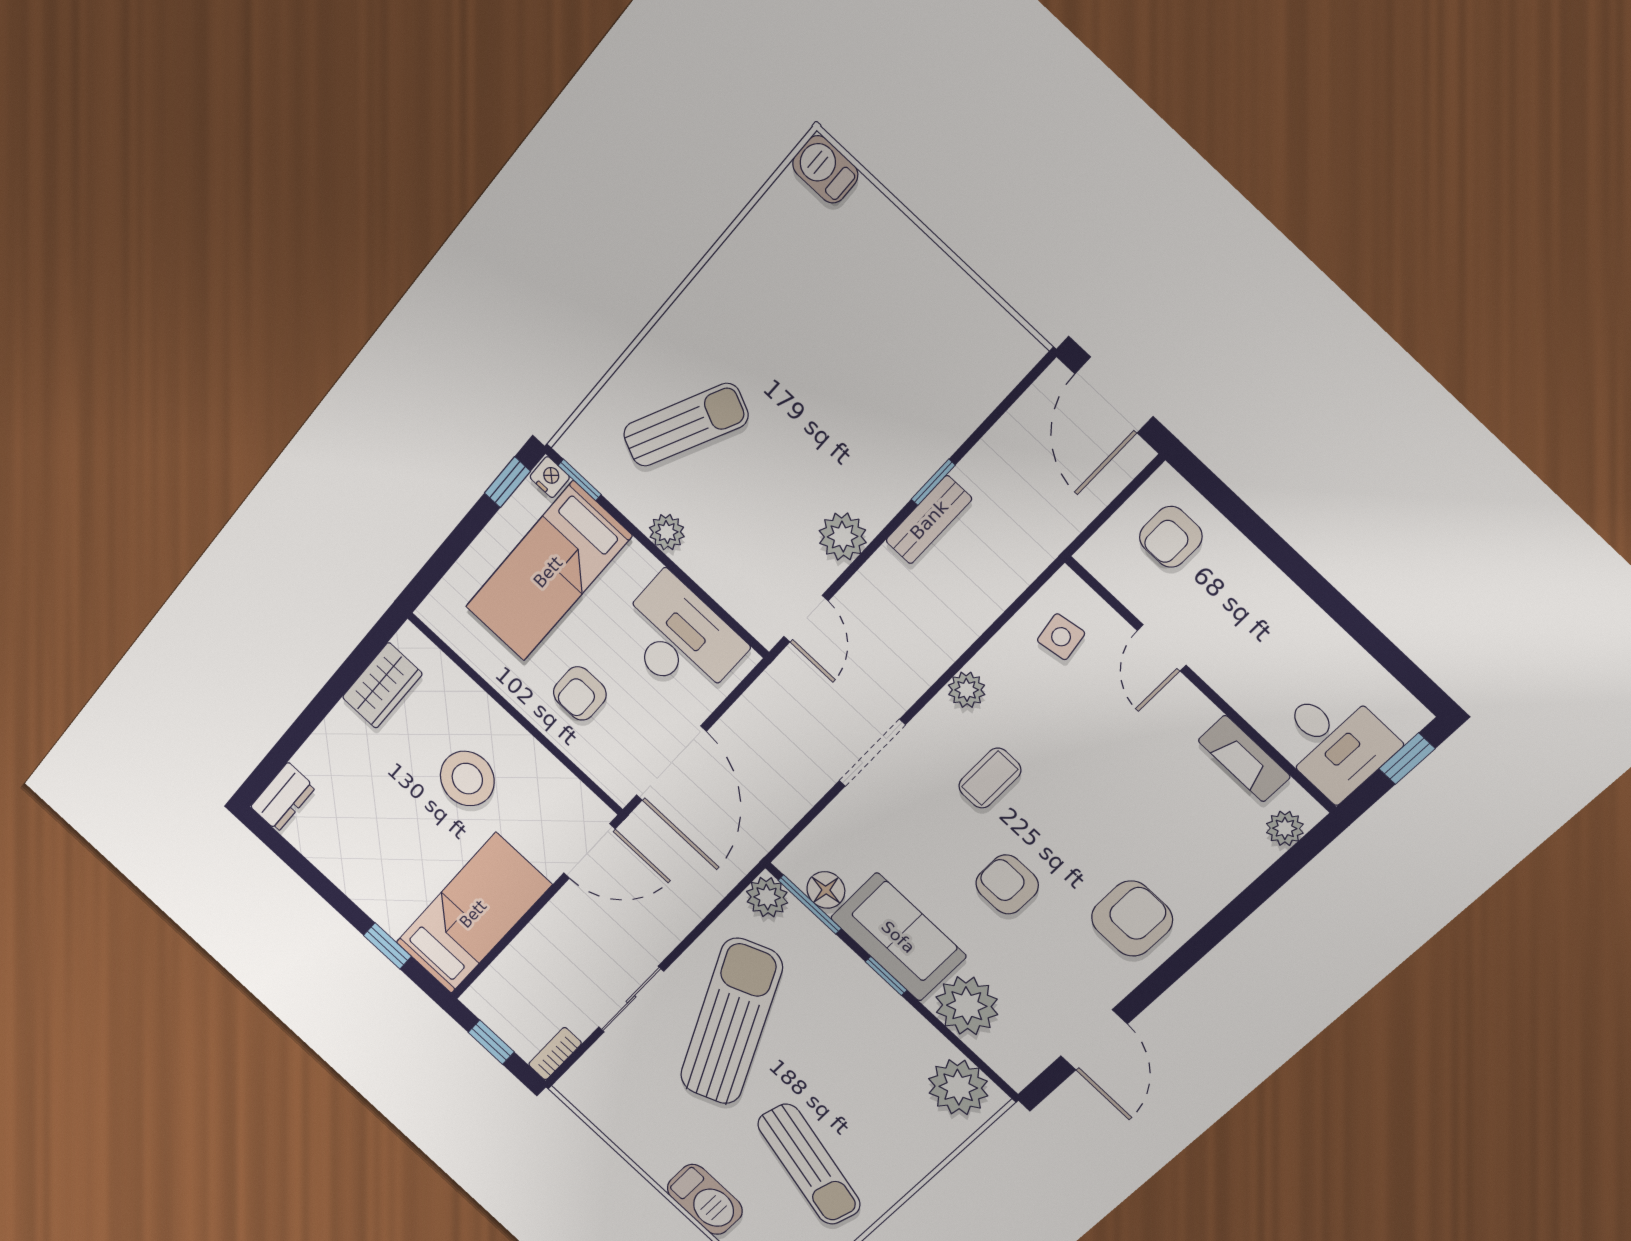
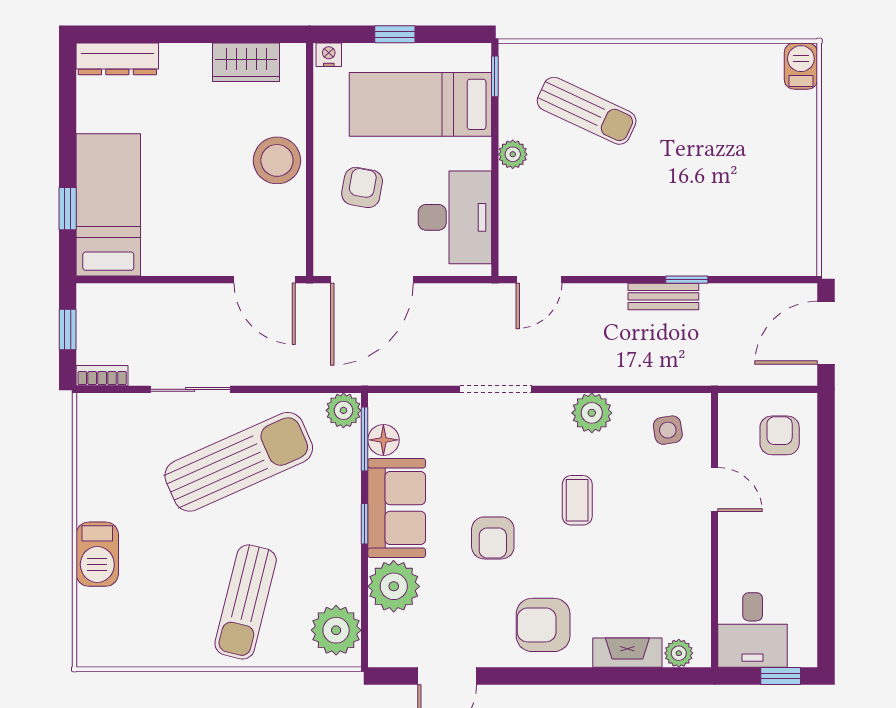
nightstand: (550, 477) -> (329, 55), moved, turned -90
window: (507, 482) -> (395, 34), moved
plant: (843, 537) -> (607, 257), removed
armchair: (1171, 537) -> (780, 435), turned 90
door: (1162, 648) -> (715, 489), swing flipped
plant: (967, 690) -> (592, 413), width x1.38, depth x1.38
armchair: (580, 693) -> (362, 187), turned 100
fireplace: (1244, 759) -> (627, 653), moved, turned 90
coffee table: (990, 778) -> (577, 500), moved, turned 90
stool: (467, 779) -> (277, 160), moved
dresser: (283, 797) -> (117, 59), width x1.44
armchair: (1007, 884) -> (493, 538), turned 180
bed: (473, 914) -> (108, 205), moved, turned -90
armchair: (1132, 919) -> (543, 625), turned 180
sun lounger: (809, 1164) -> (246, 602), moved

